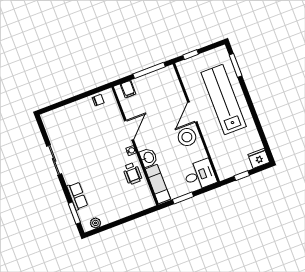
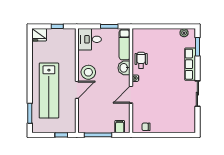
row of seats: (77, 196) -> (190, 64), width x1.48

